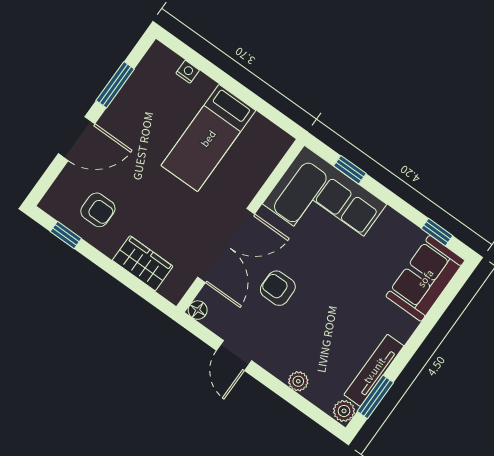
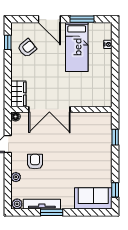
bed: (208, 138) -> (77, 47), moved, turned -90
corner sofa: (324, 204) -> (94, 137), removed
armchair: (98, 210) -> (27, 48), turned -129
wardrobe: (143, 263) -> (18, 94), moved
armchair: (278, 288) -> (35, 162), moved
window: (375, 397) -> (52, 212), moved

